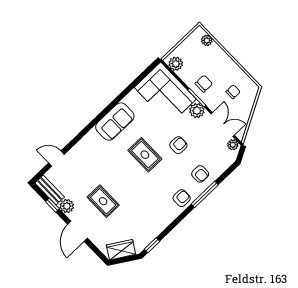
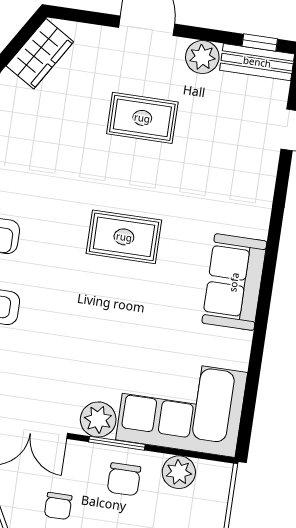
plant: (176, 64) -> (179, 472), moved
armchair: (178, 145) -> (83, 329), removed
rug: (145, 155) -> (124, 237), moved
window: (52, 205) -> (260, 42), moved

